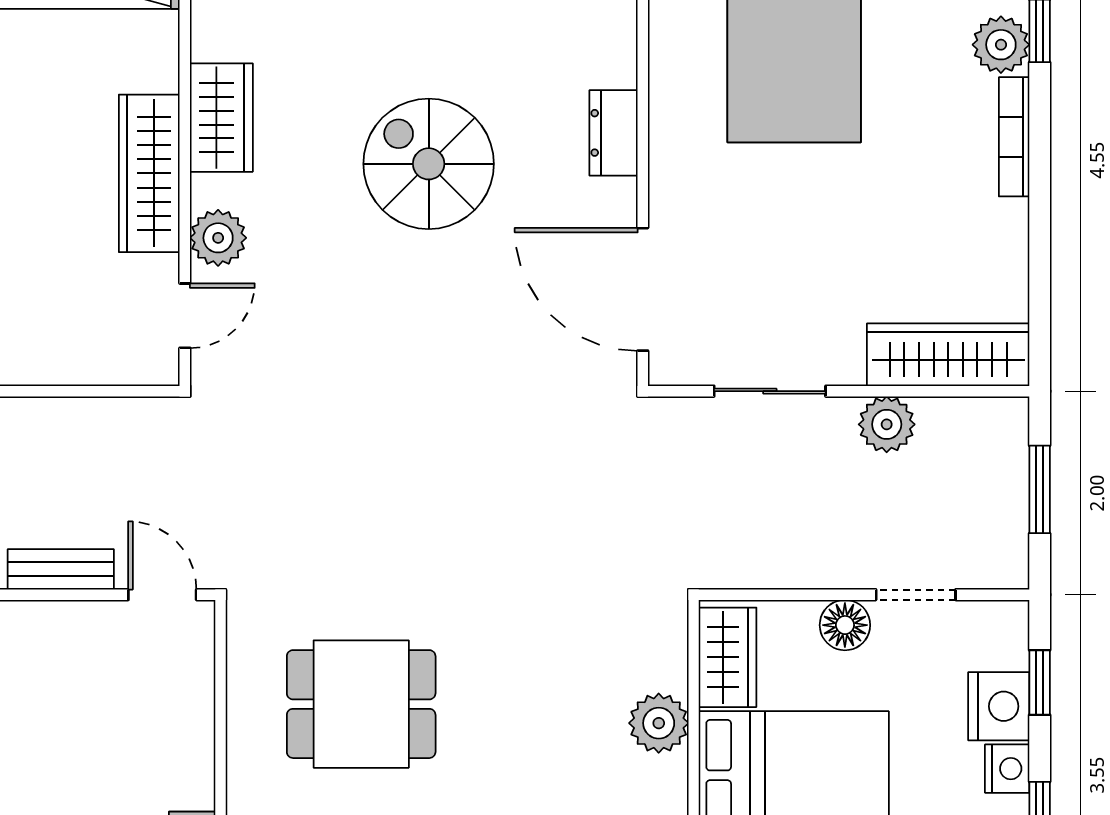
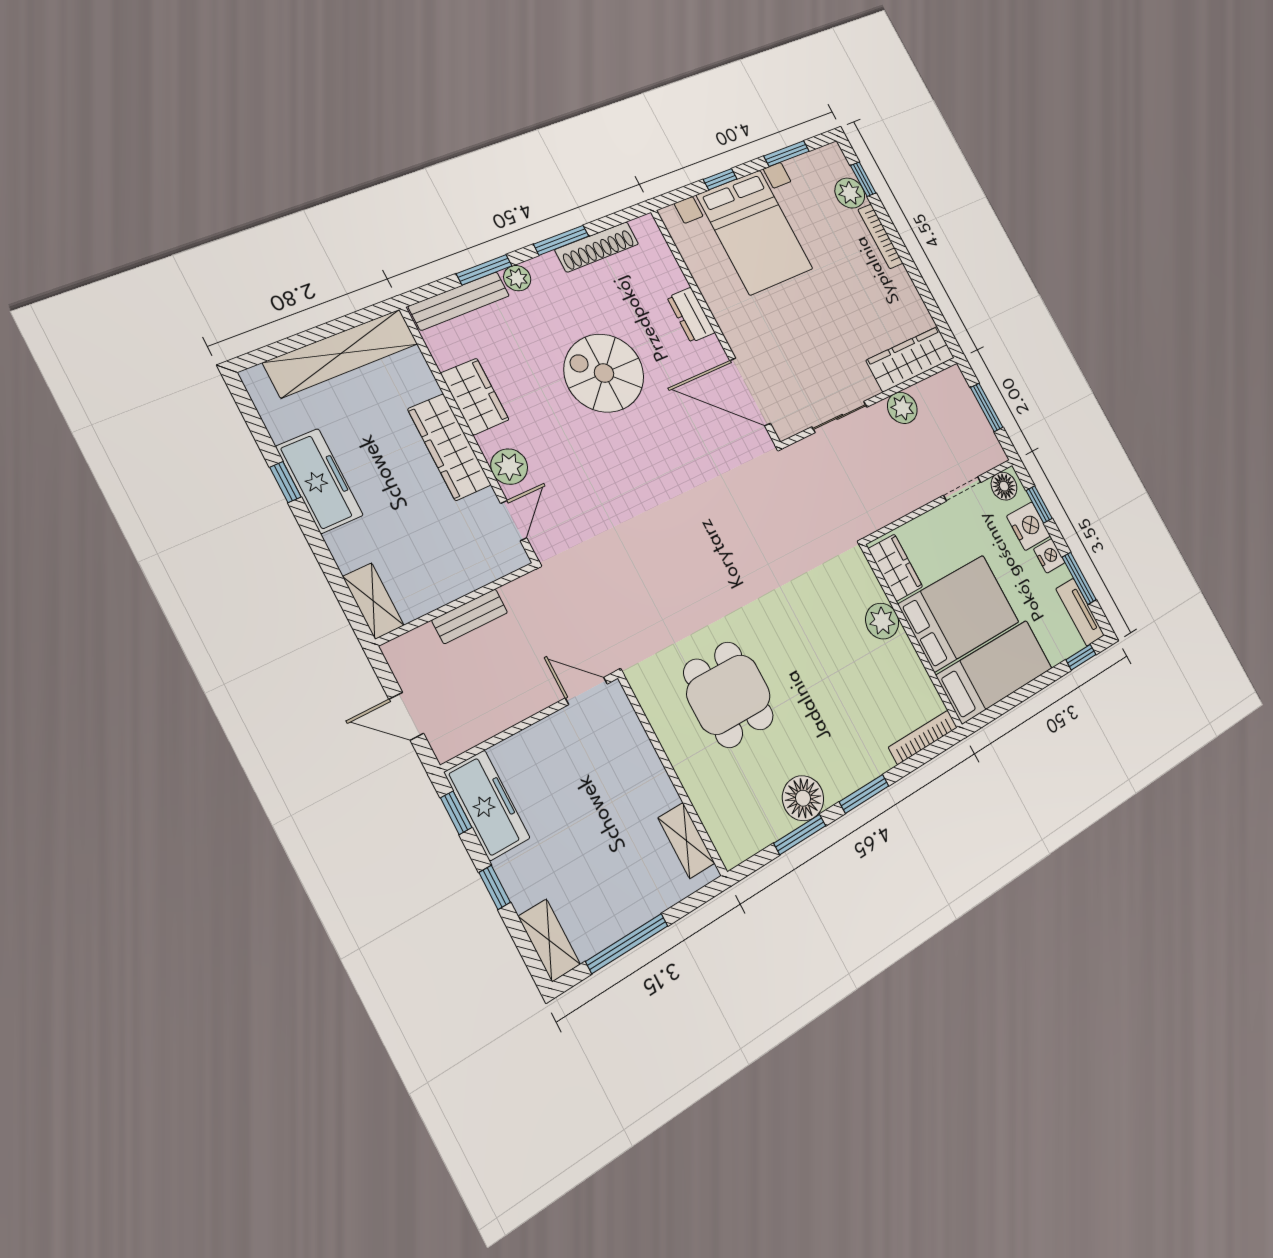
bench: (61, 569) -> (470, 616), moved
floor lamp: (845, 625) -> (1004, 486), moved
dining table: (361, 704) -> (729, 694), turned 90

